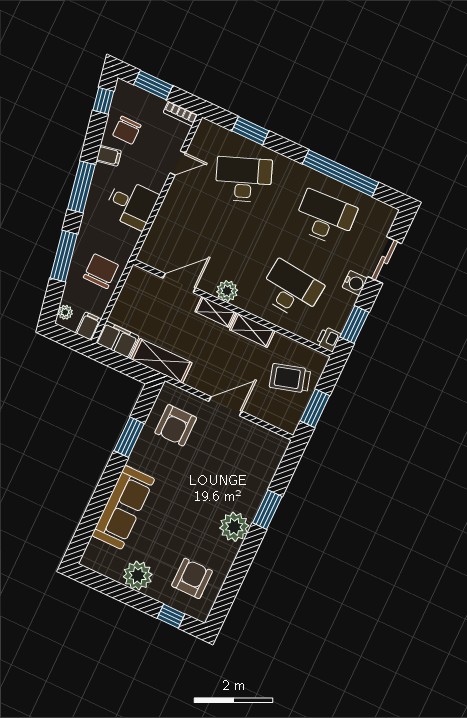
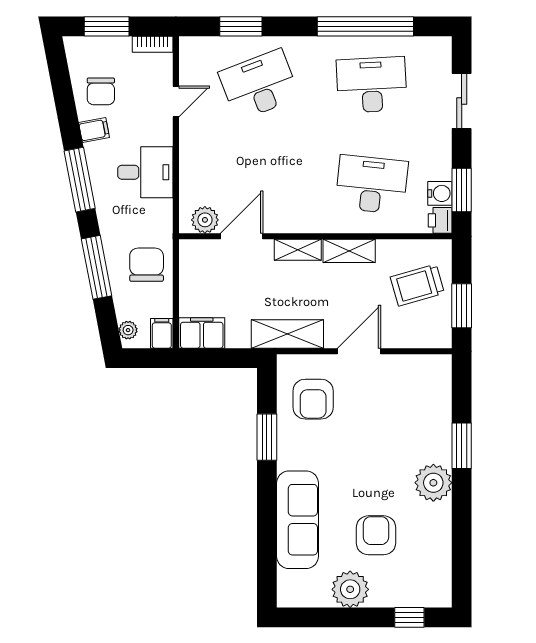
window: (103, 101) -> (59, 71), removed
water cooler: (355, 283) -> (440, 193), moved
plant: (227, 291) -> (205, 220), moved
shelving: (161, 361) -> (287, 334), moved
armchair: (192, 578) -> (376, 535), moved

